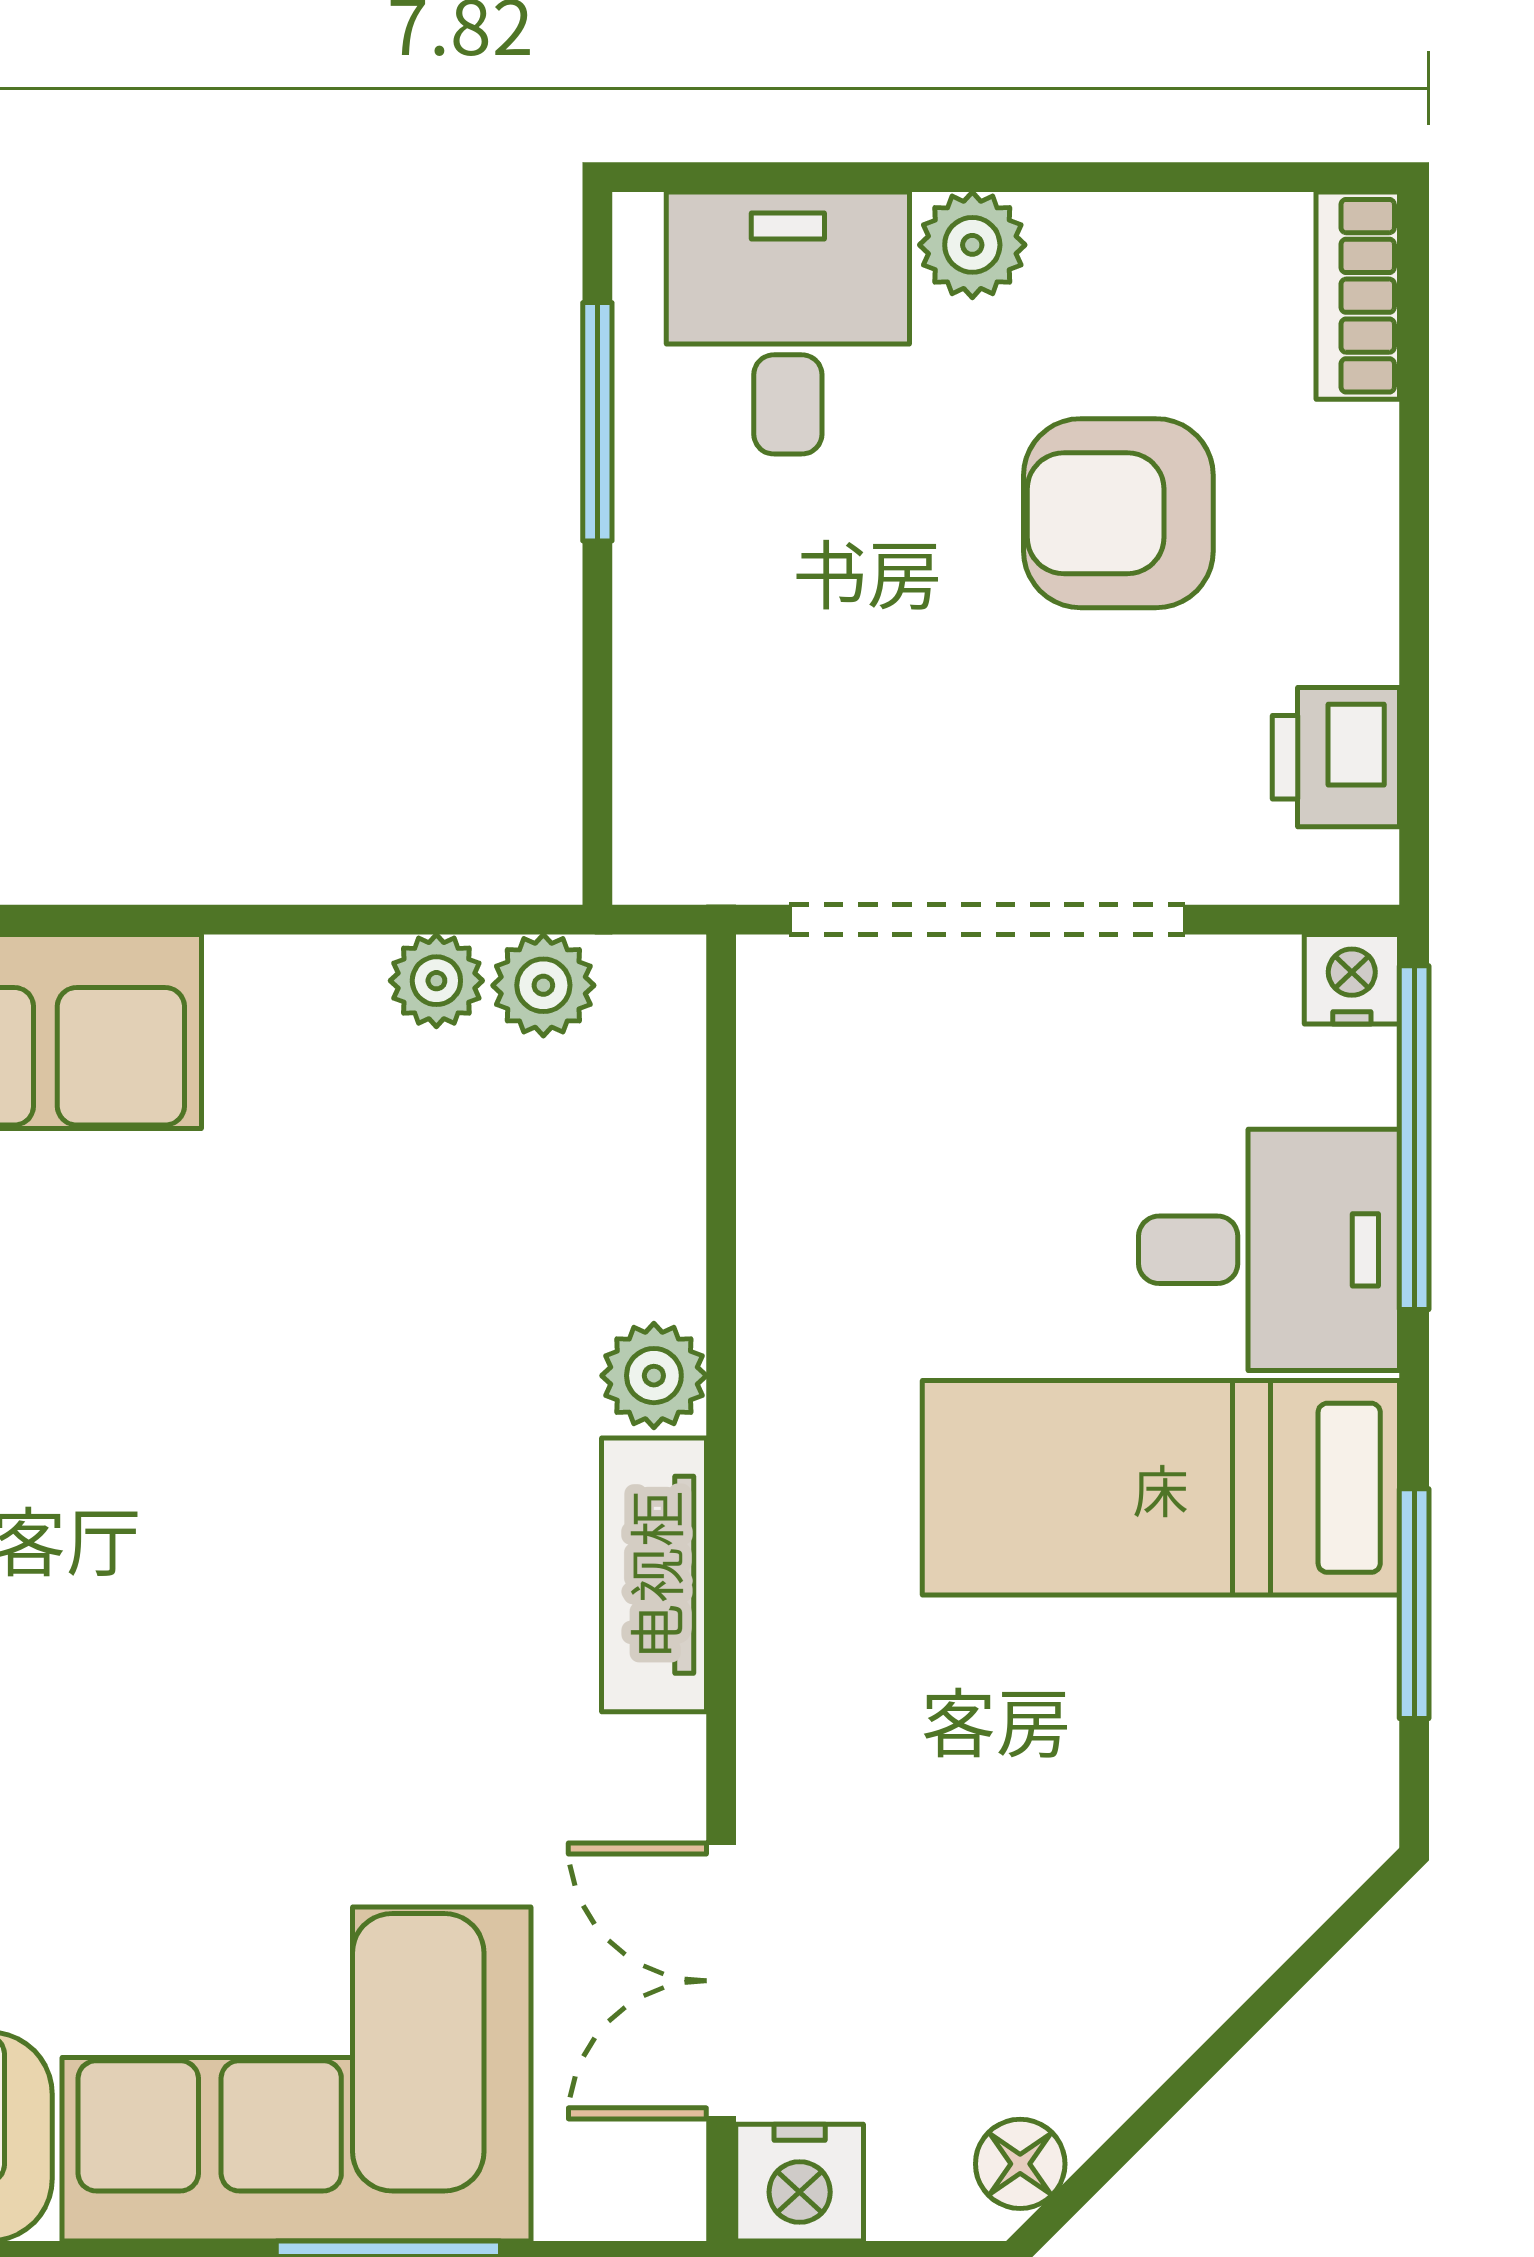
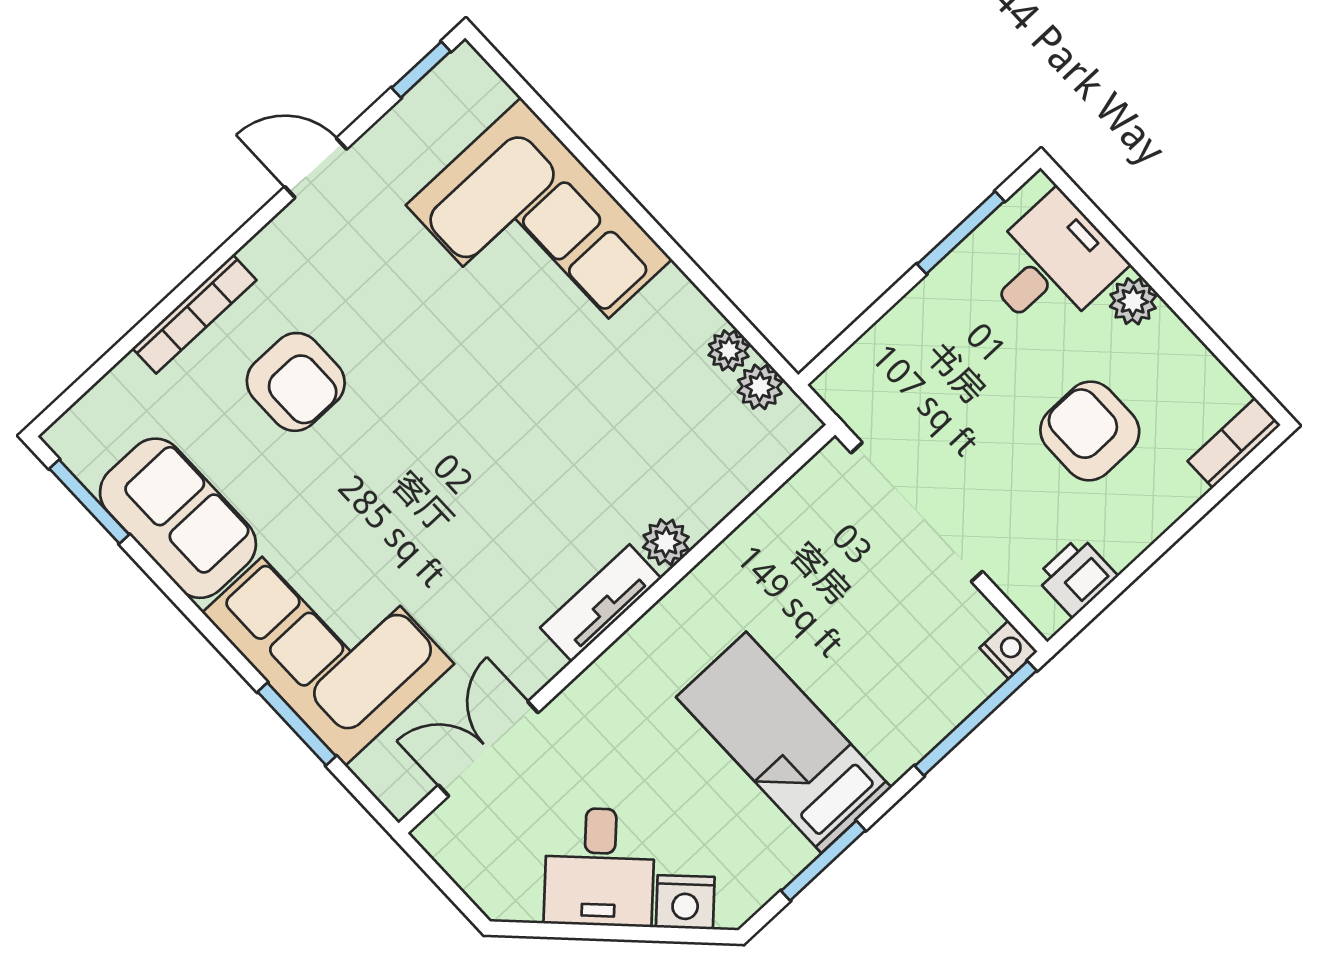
desk: (1269, 1250) -> (599, 867), moved, turned 45
floor lamp: (1020, 2164) -> (520, 903), removed
nightstand: (800, 2183) -> (685, 902), moved, turned -45

